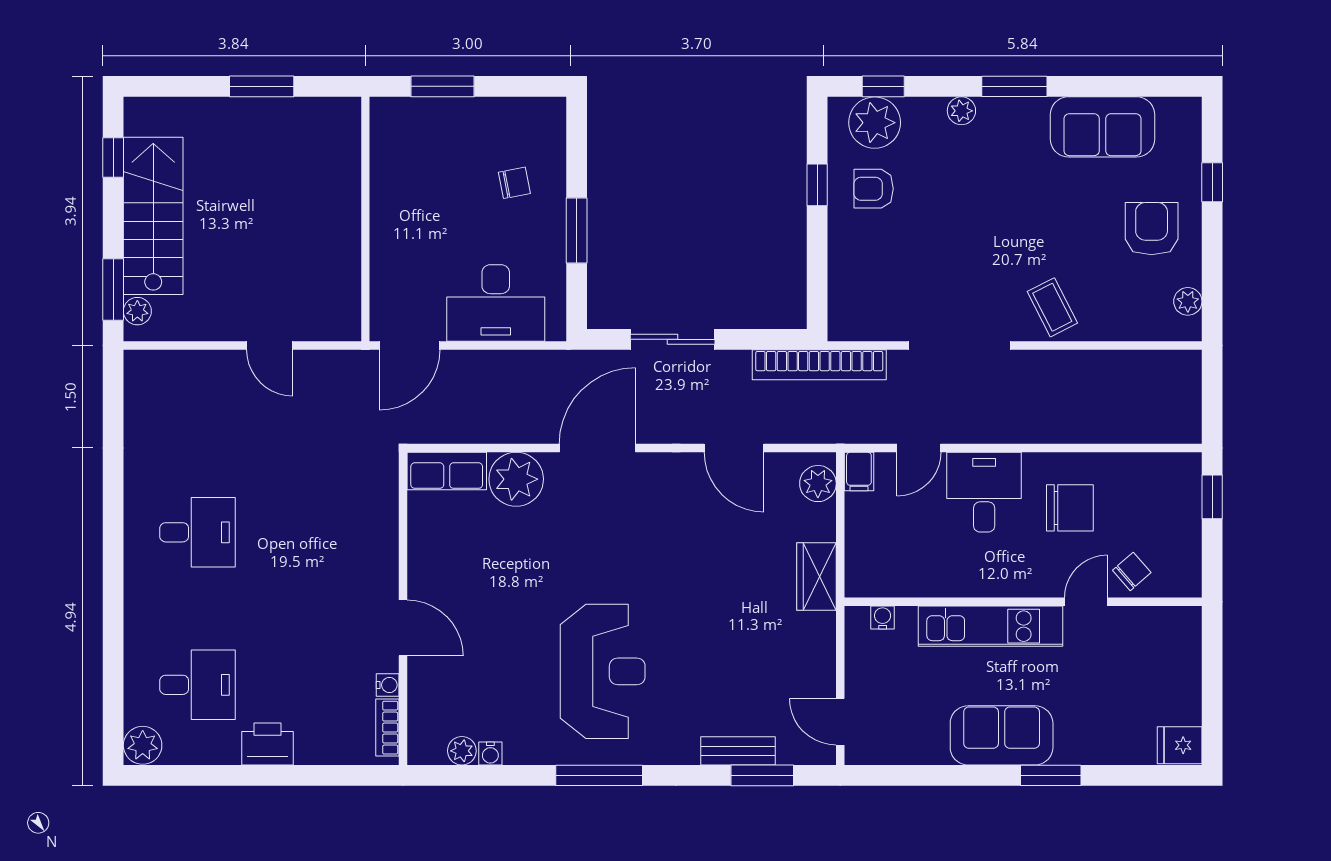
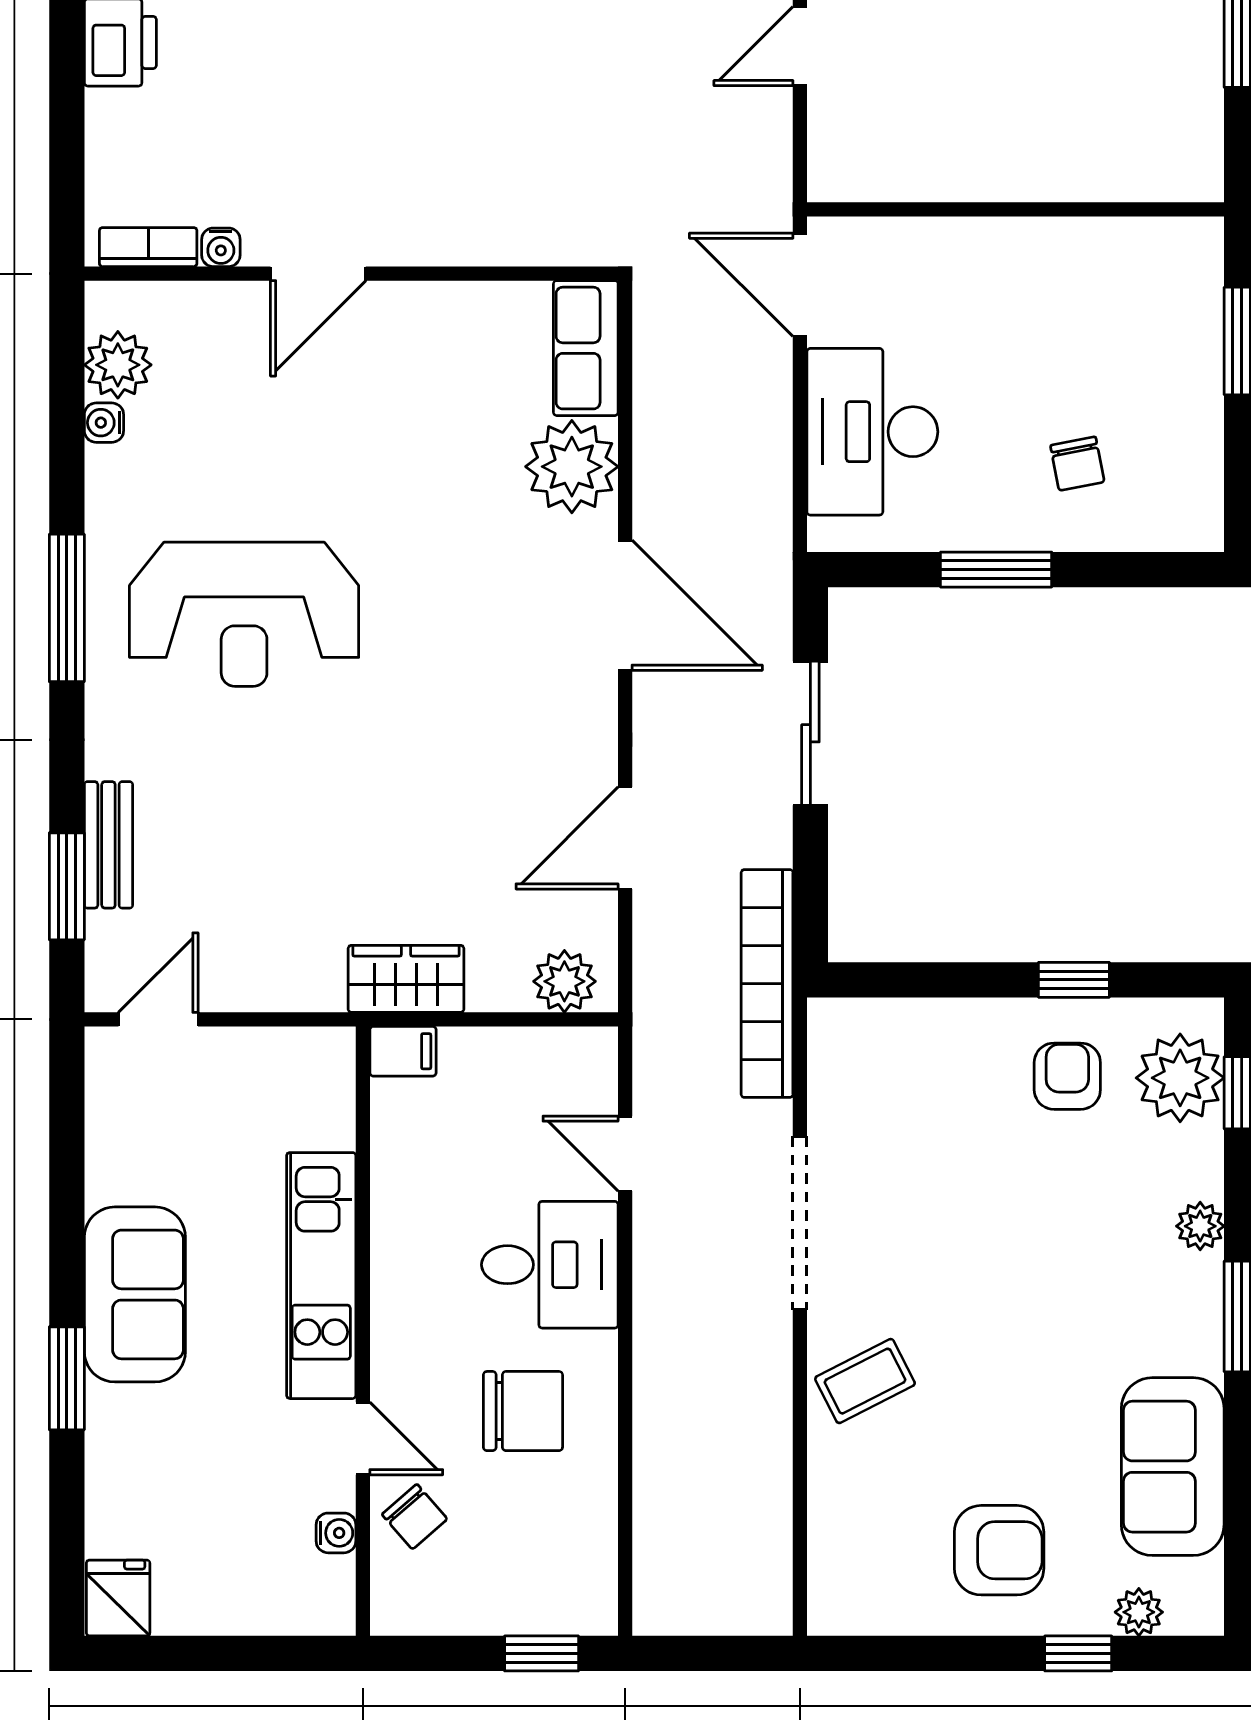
plant: (1188, 301) -> (1139, 1612), moved
filing cabinet: (859, 471) -> (403, 1051), moved, turned 180
chair: (1070, 508) -> (523, 1411), turned -90
water cooler: (883, 617) -> (336, 1533), moved
plant: (462, 751) -> (118, 365), width x1.38, depth x1.38

